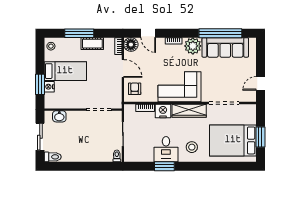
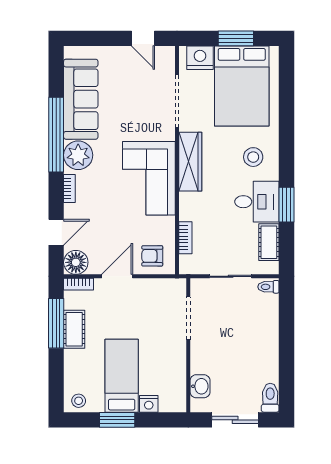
window: (79, 33) -> (56, 323), moved
window: (220, 33) -> (56, 135), moved
window: (40, 84) -> (117, 420), moved
nightstand: (163, 111) -> (200, 58), moved, turned 90
cot: (143, 156) -> (269, 242), added

